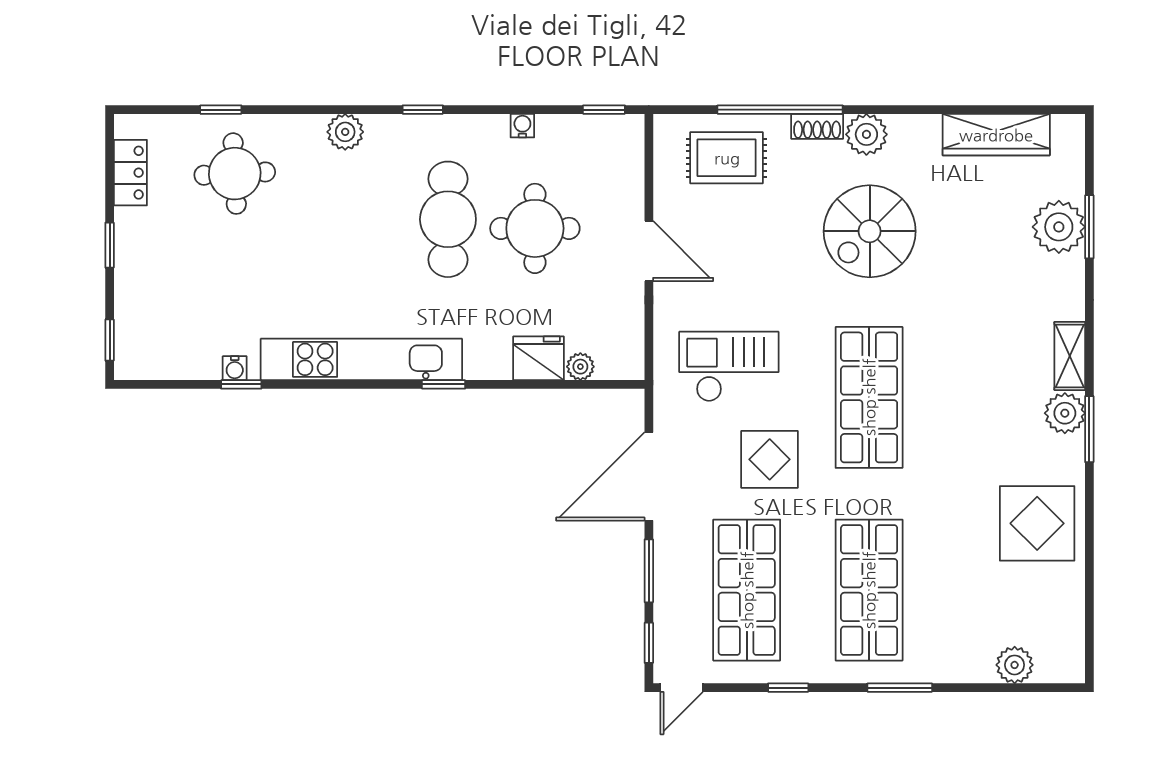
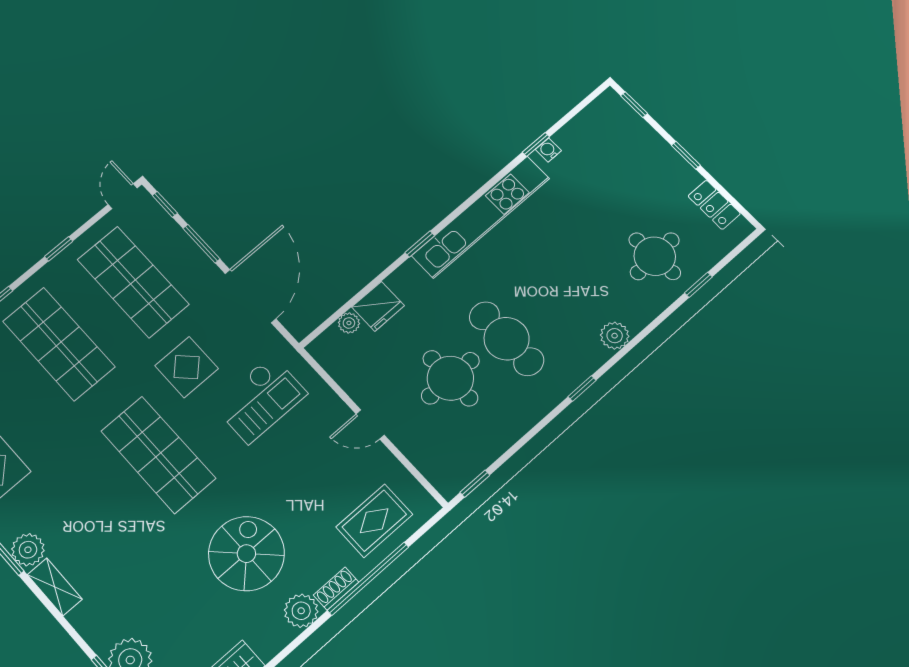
water cooler: (522, 126) -> (514, 431), removed
door: (649, 251) -> (370, 424), width x0.73

